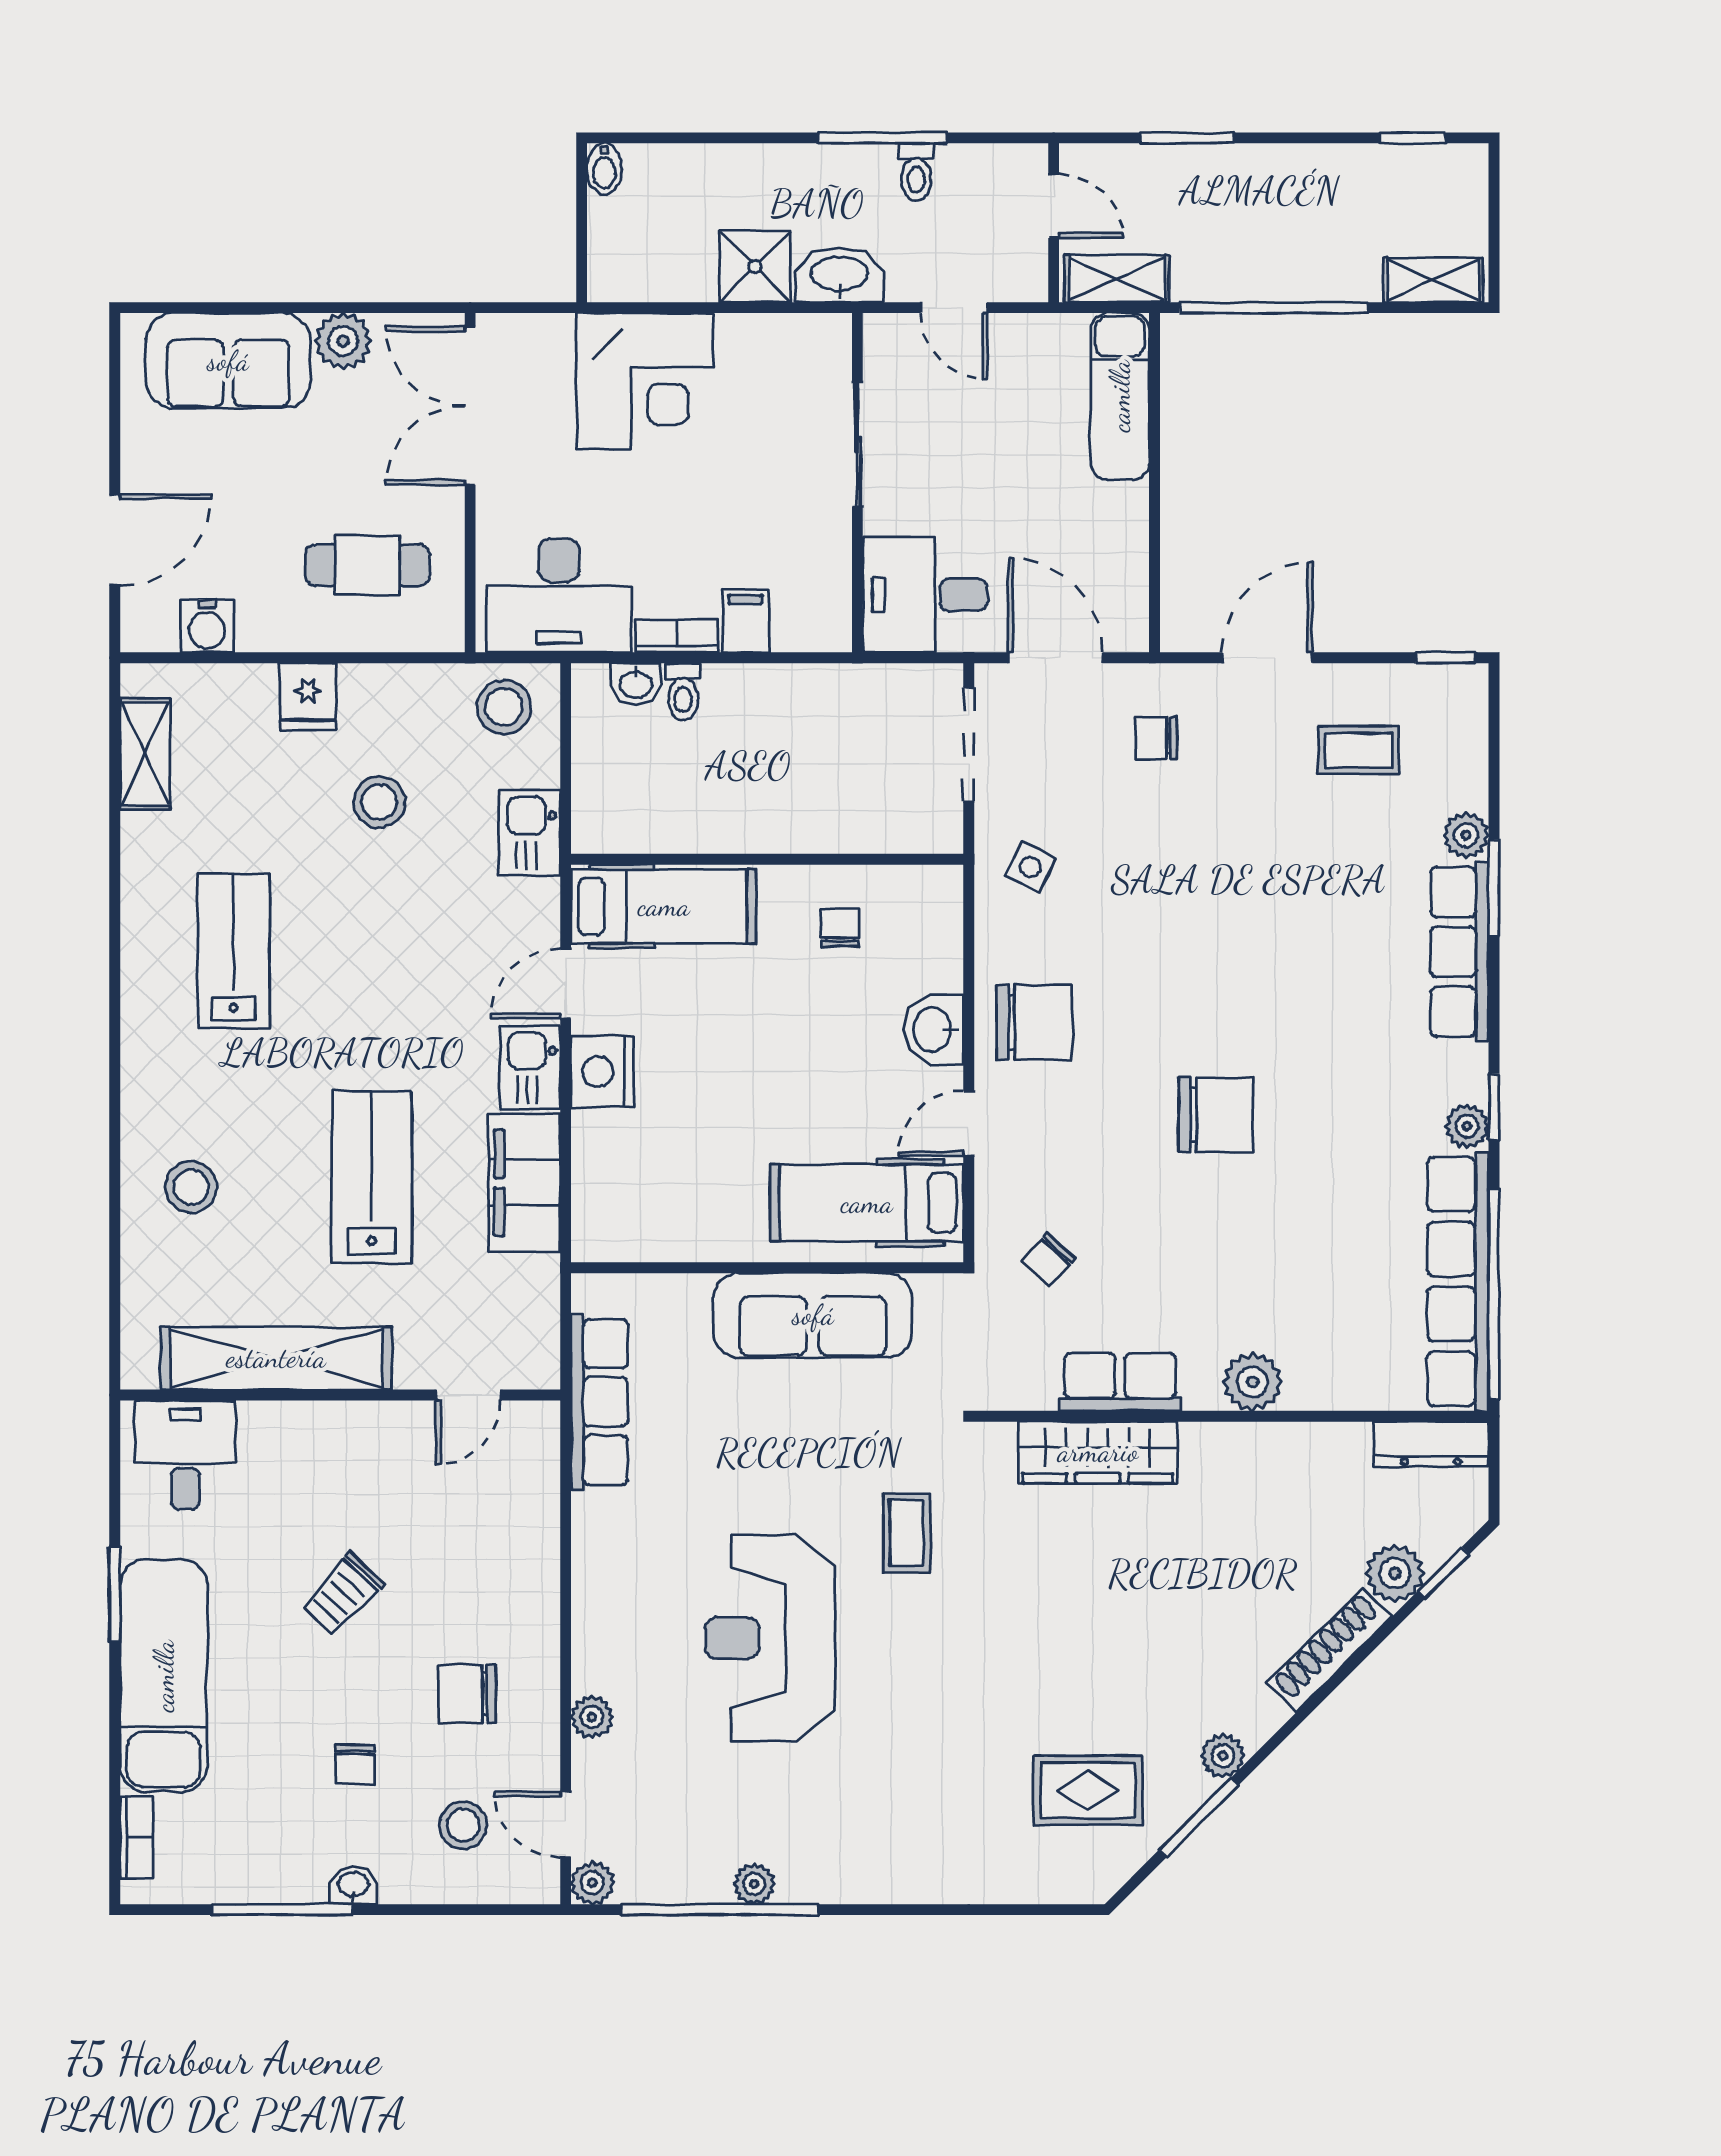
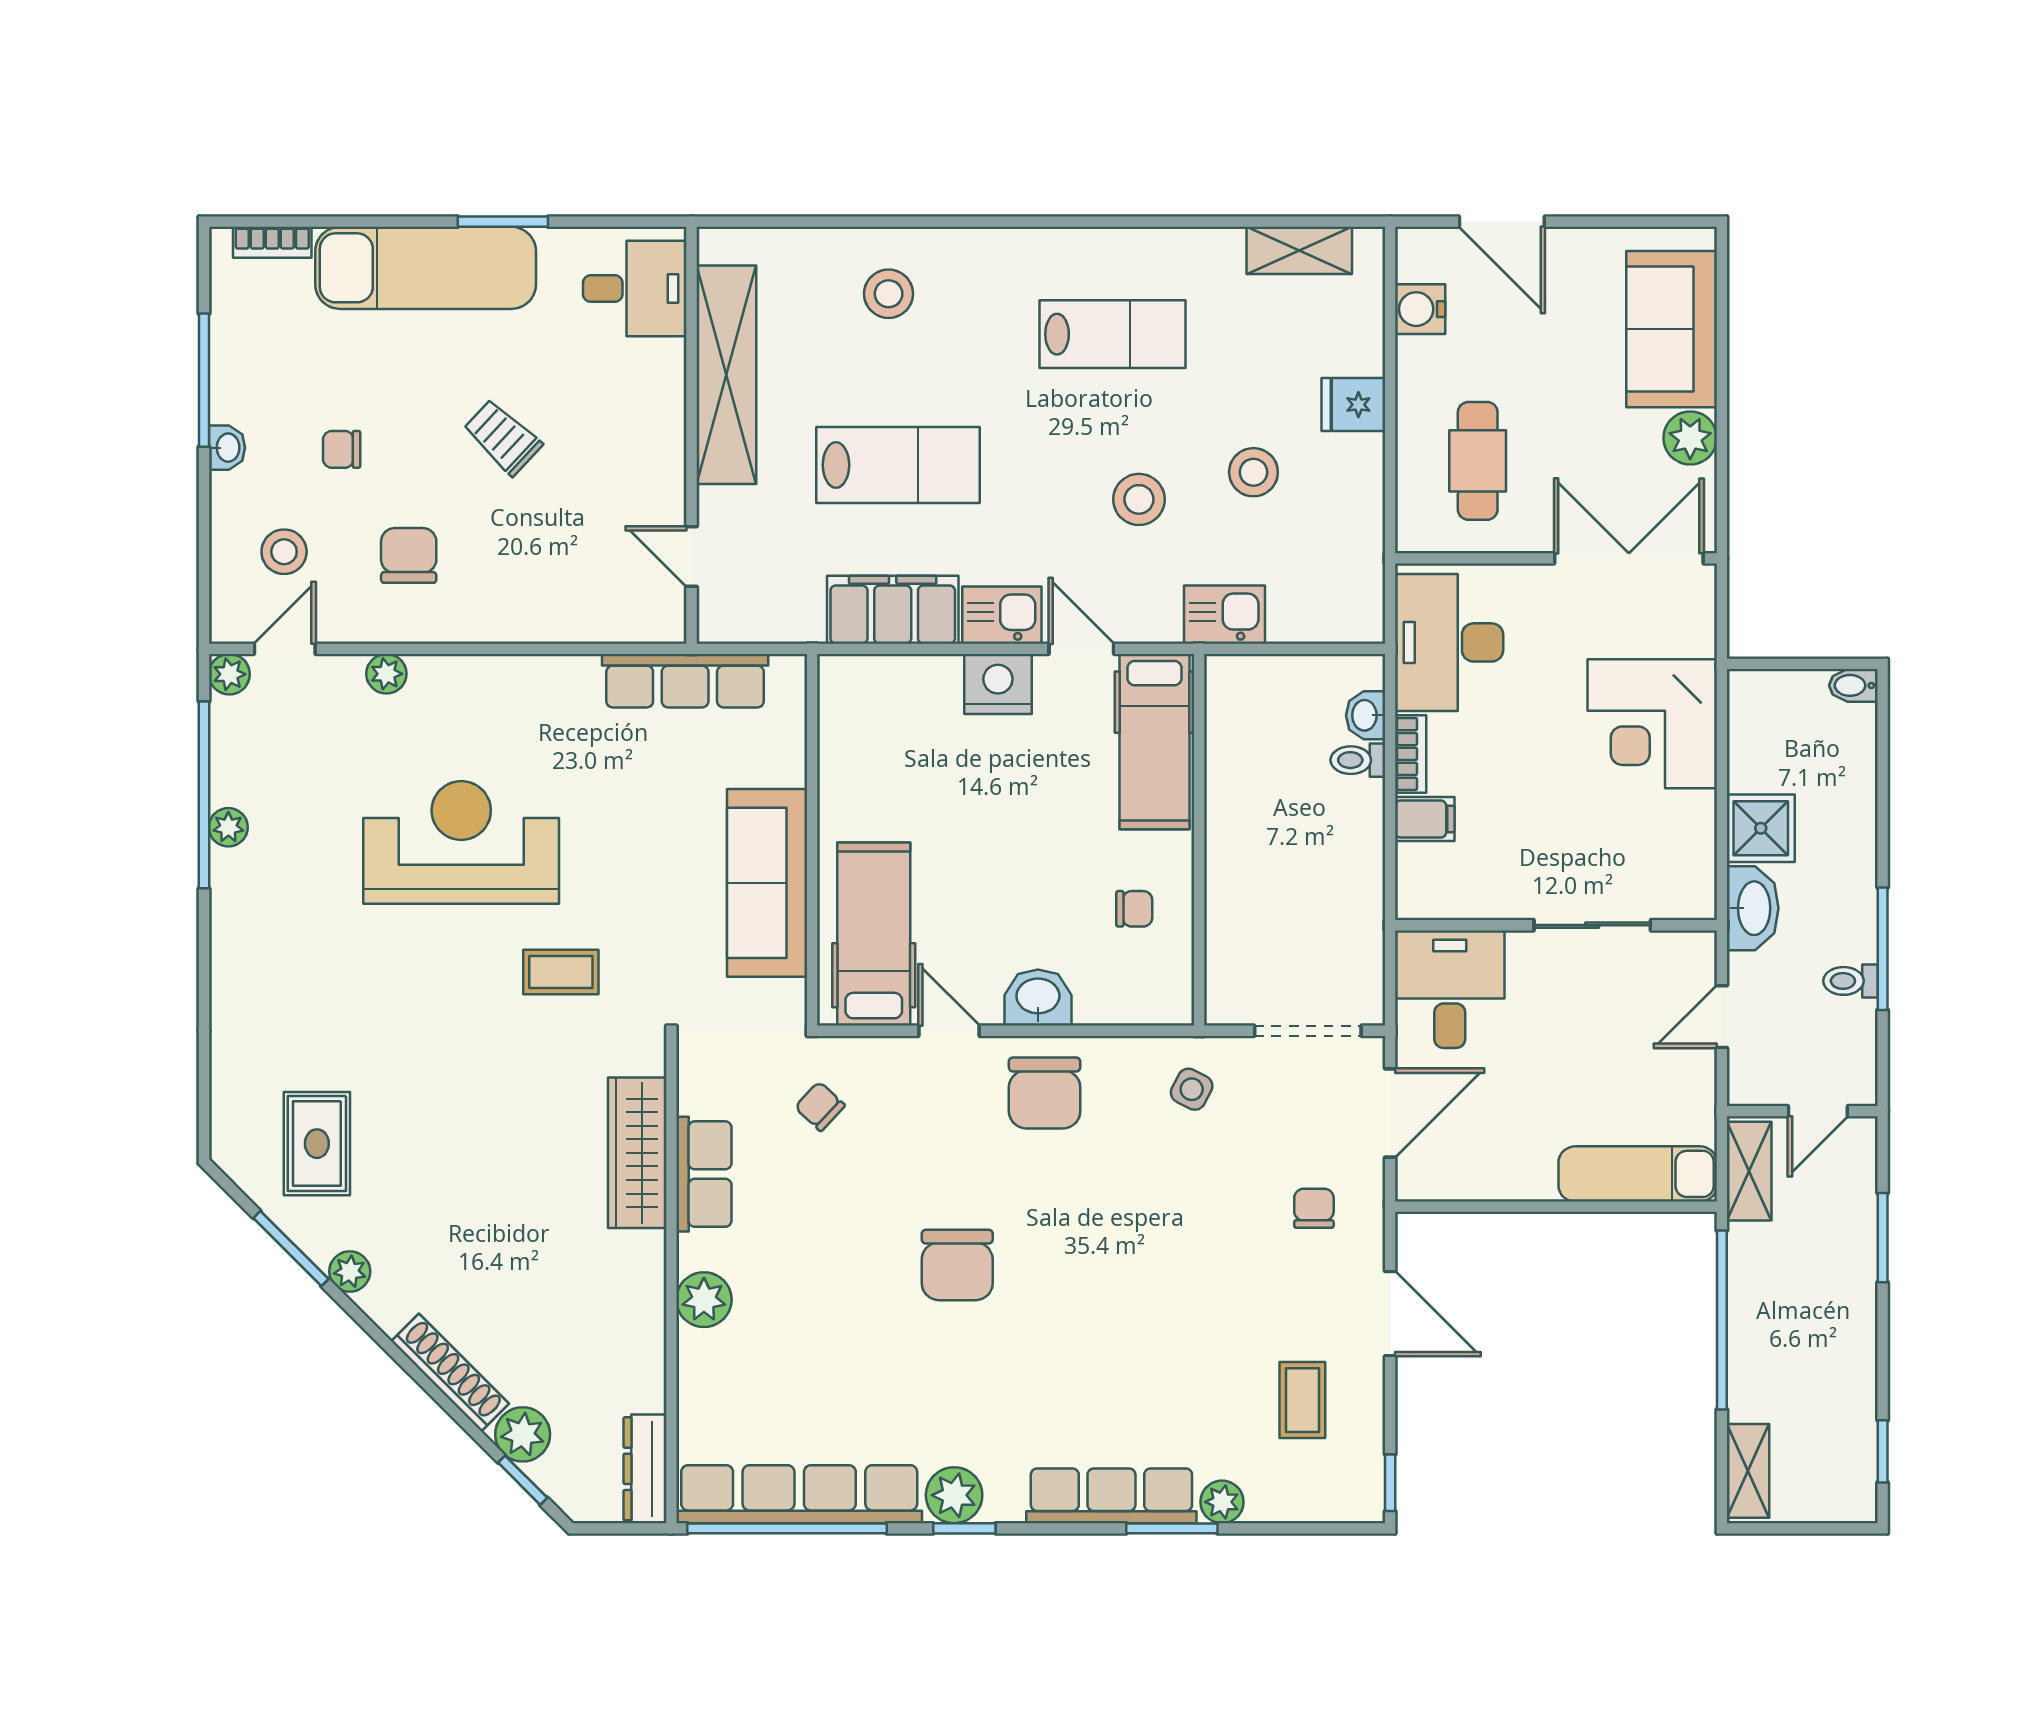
stool: (504, 707) -> (1139, 499), moved
plant: (1467, 1126) -> (954, 1495), width x1.38, depth x1.38

